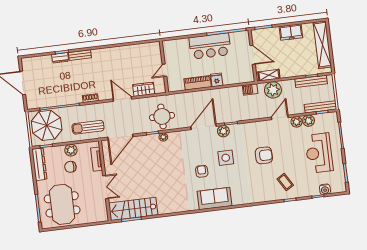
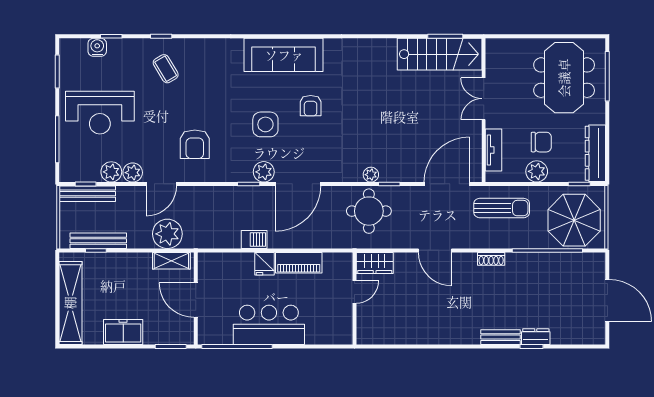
wardrobe: (144, 89) -> (375, 263), moved
barbecue: (250, 90) -> (254, 240), moved
reception desk: (319, 153) -> (100, 113), turned 90
armchair: (264, 155) -> (195, 144), moved, turned -90
sofa: (215, 199) -> (284, 55), width x1.36

